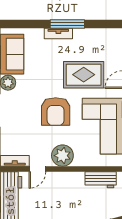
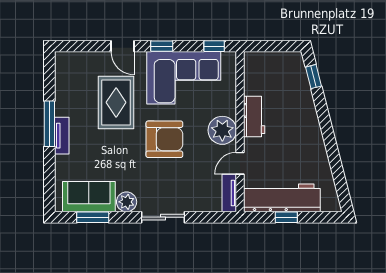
door: (37, 169) -> (240, 163), swing flipped
workbench: (101, 180) -> (254, 117), moved

